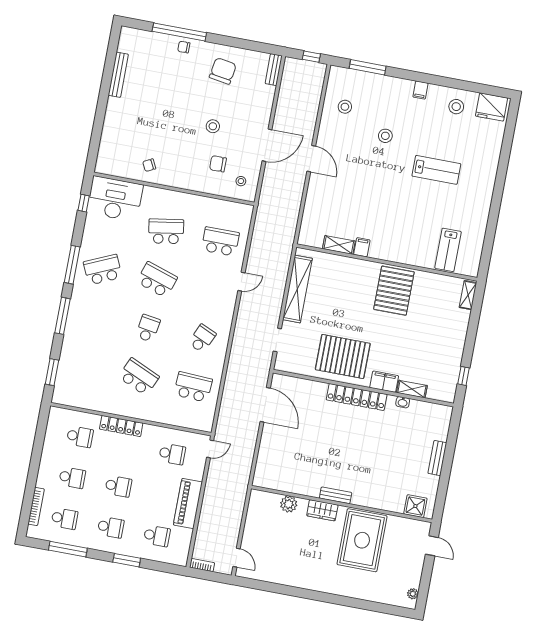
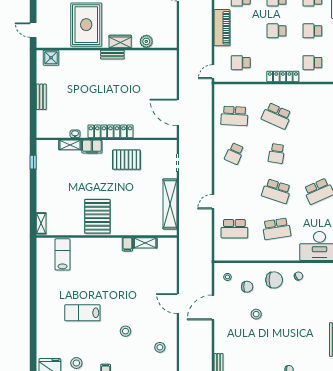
chair: (223, 71) -> (274, 280), moved, turned -99
pallet: (343, 356) -> (126, 160), width x0.73, depth x0.71

